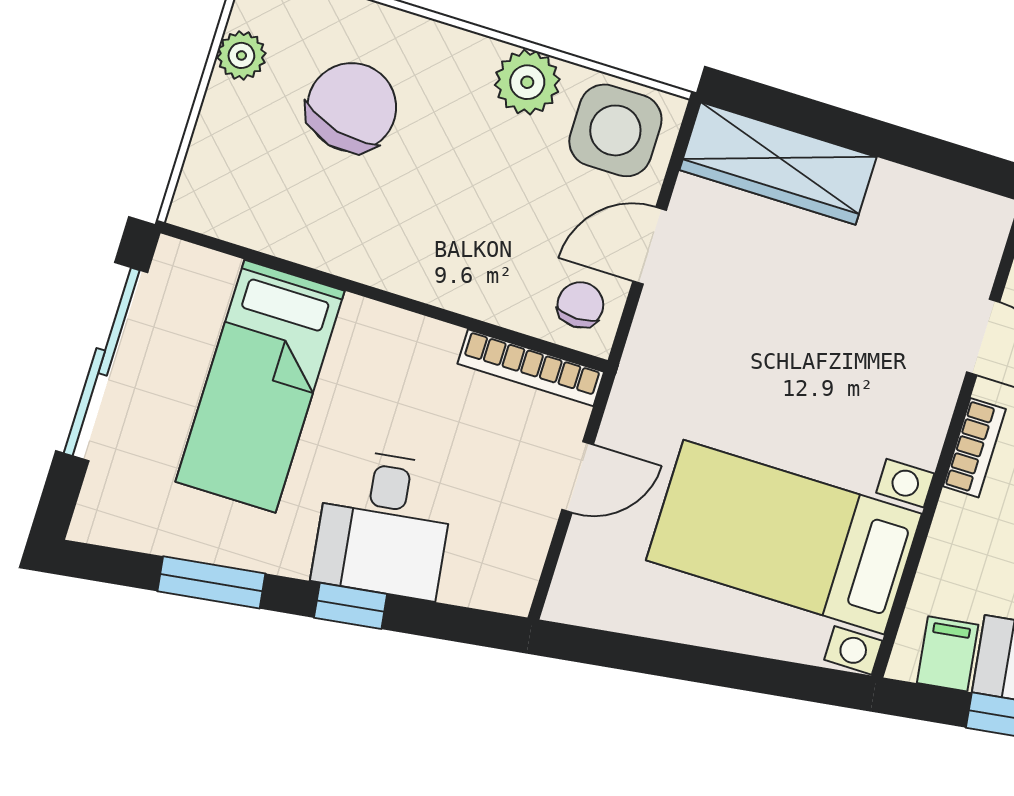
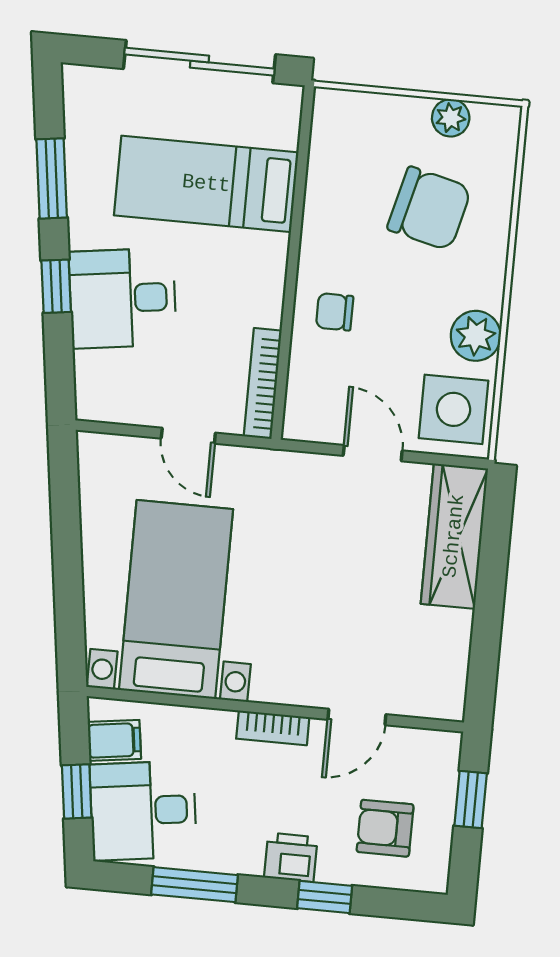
chair: (580, 305) -> (335, 312), moved, turned 180

